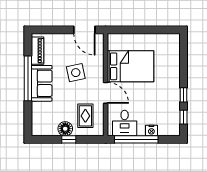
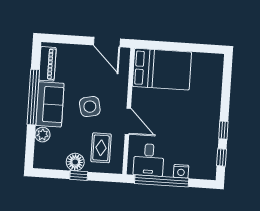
bed: (130, 66) -> (162, 69), moved
side table: (76, 73) -> (90, 107), moved
plant: (37, 108) -> (43, 135), added

